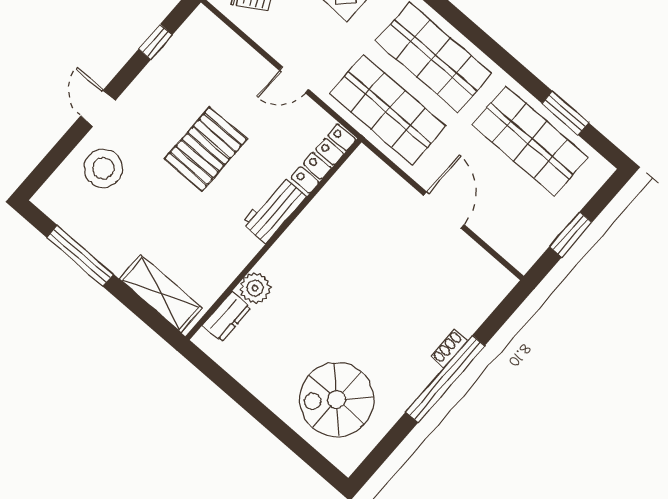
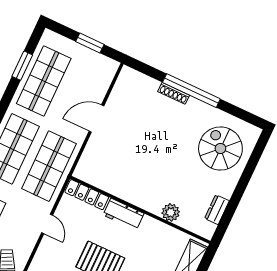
dresser: (227, 317) -> (217, 210), moved, turned -90
shoe rack: (449, 349) -> (174, 93), width x1.43
spiral stairs: (337, 399) -> (220, 149), turned 180

